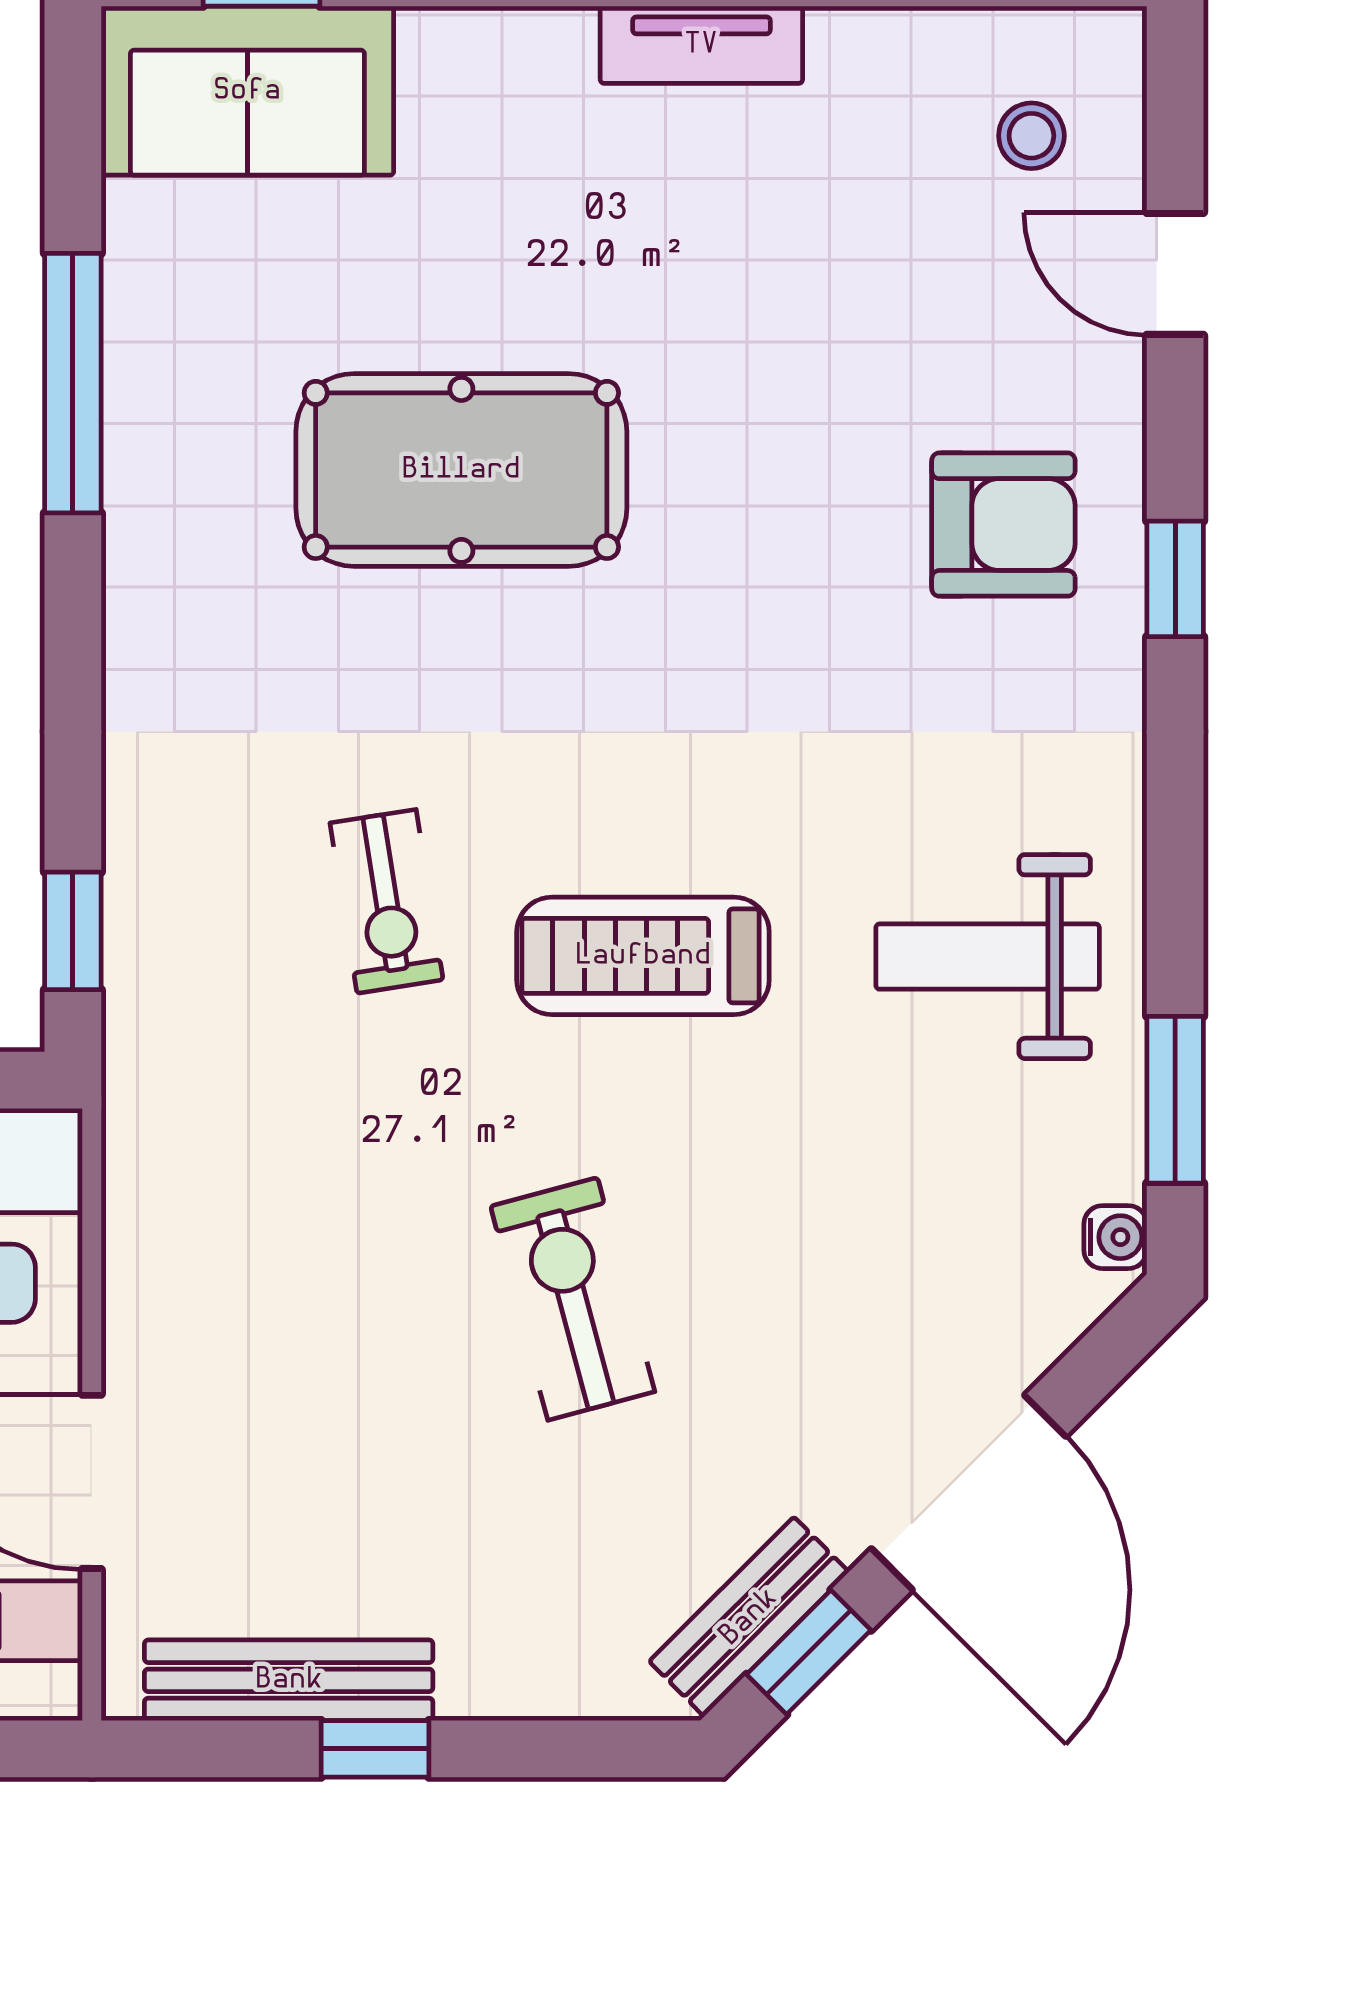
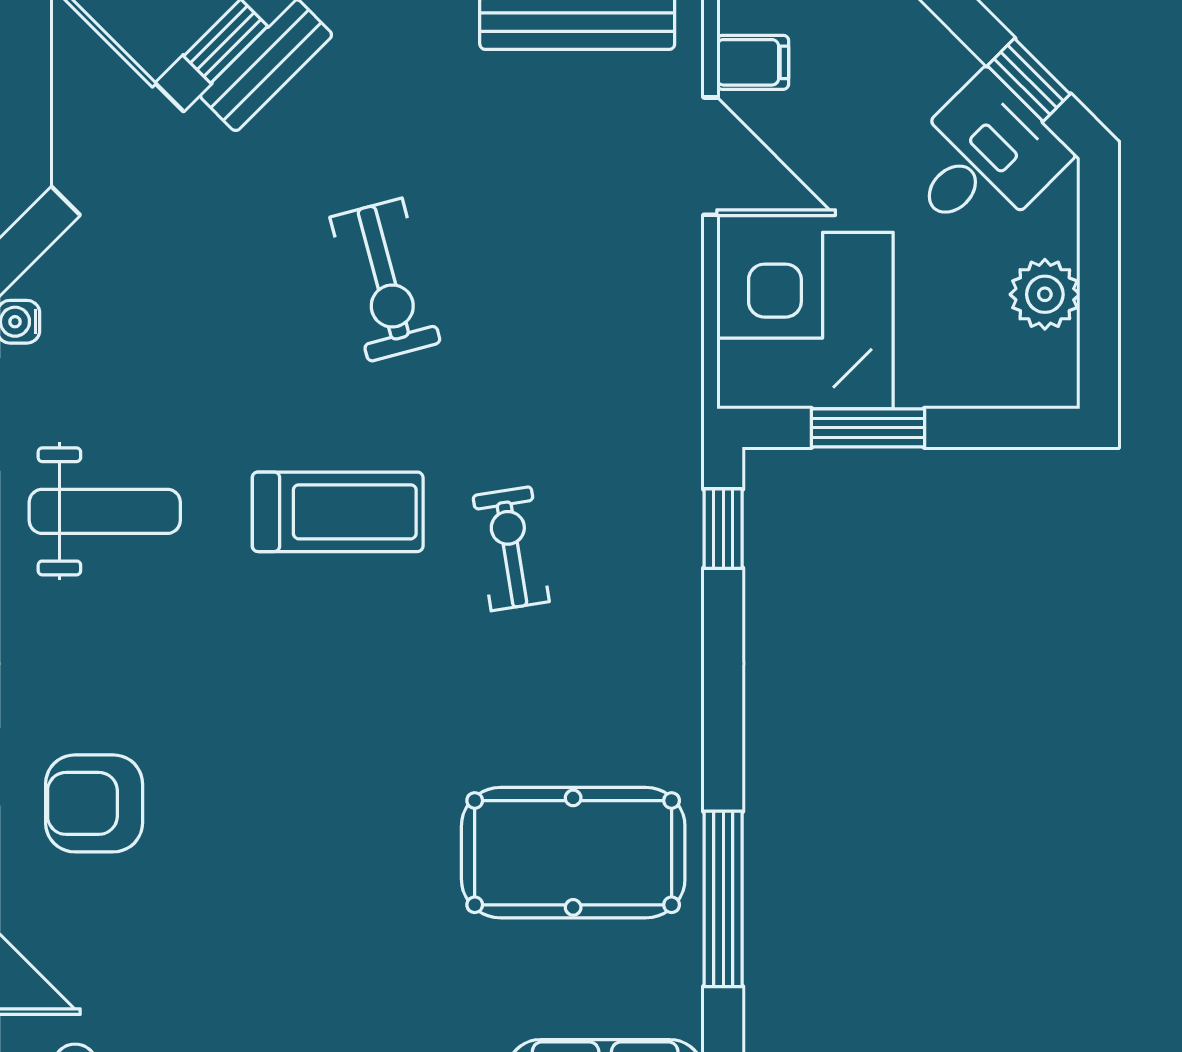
pool table: (461, 470) -> (573, 853), moved

